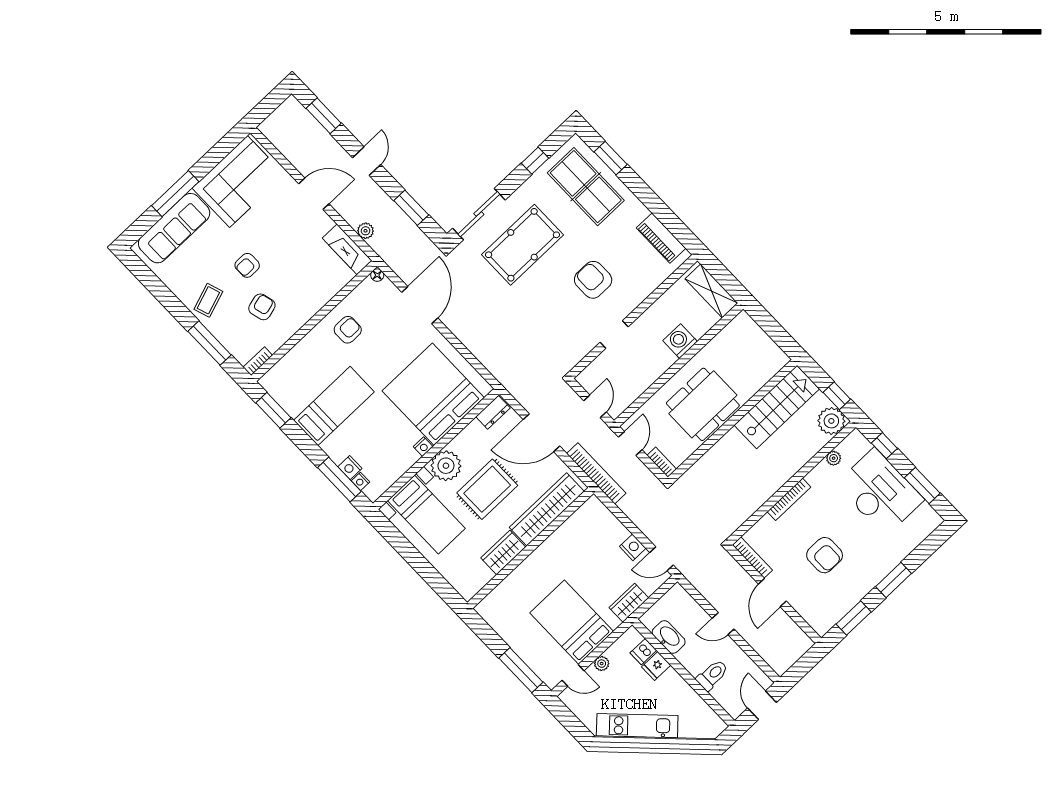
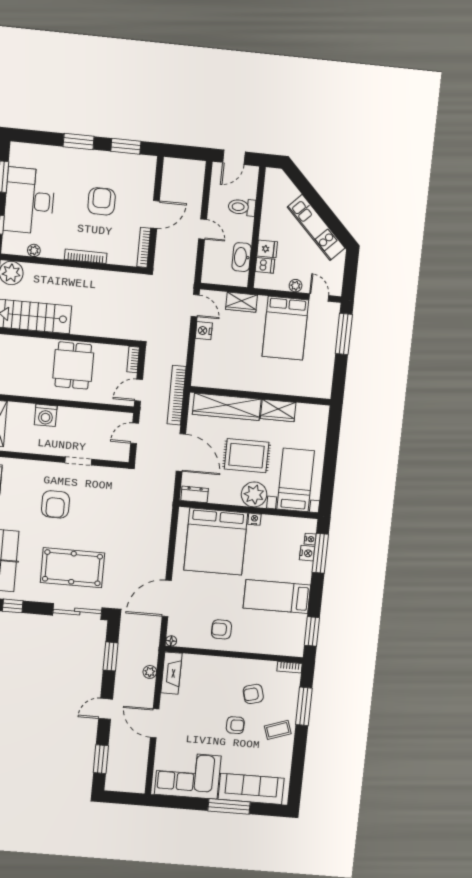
dining table: (703, 404) -> (73, 366), width x0.73

